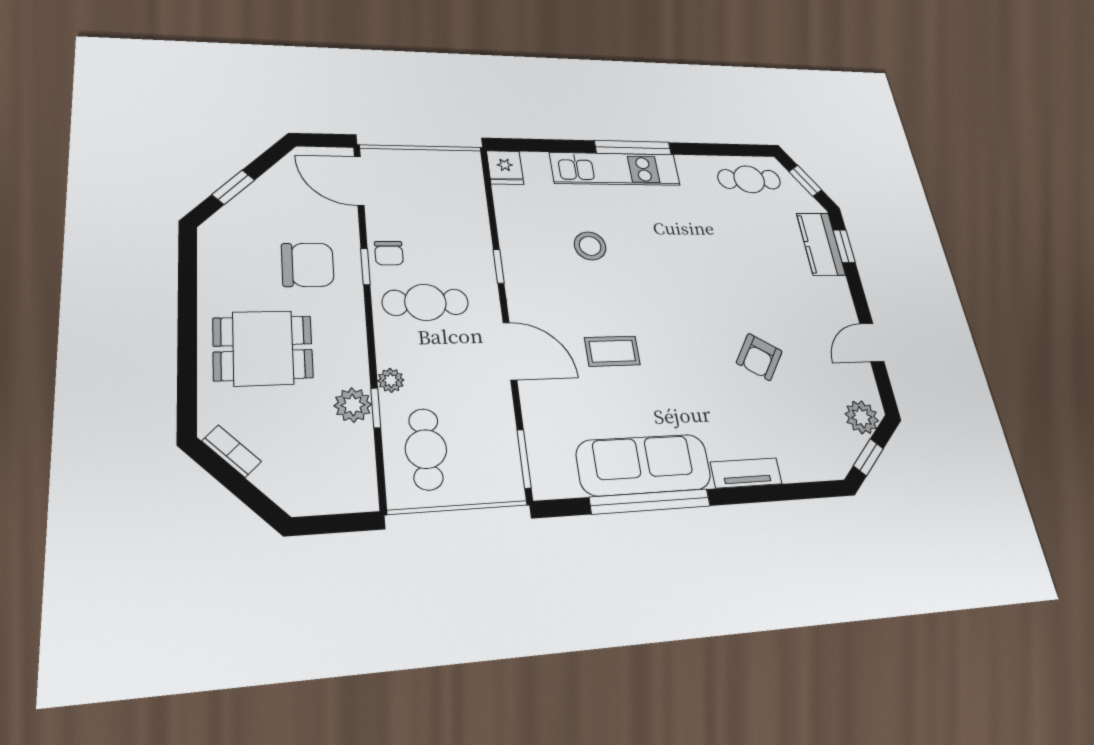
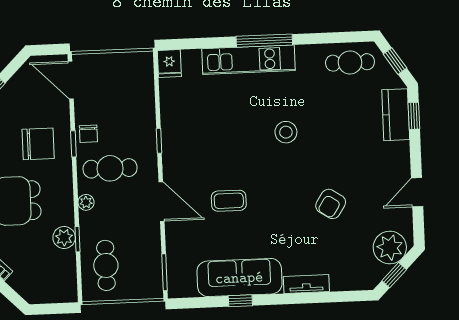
stool: (590, 246) -> (286, 132), moved
plant: (391, 380) -> (86, 202), moved
plant: (862, 417) -> (390, 248), width x1.36, depth x1.36
window: (650, 501) -> (240, 301), width x0.32

